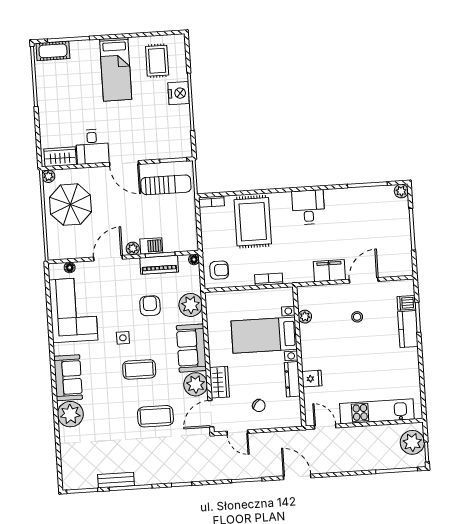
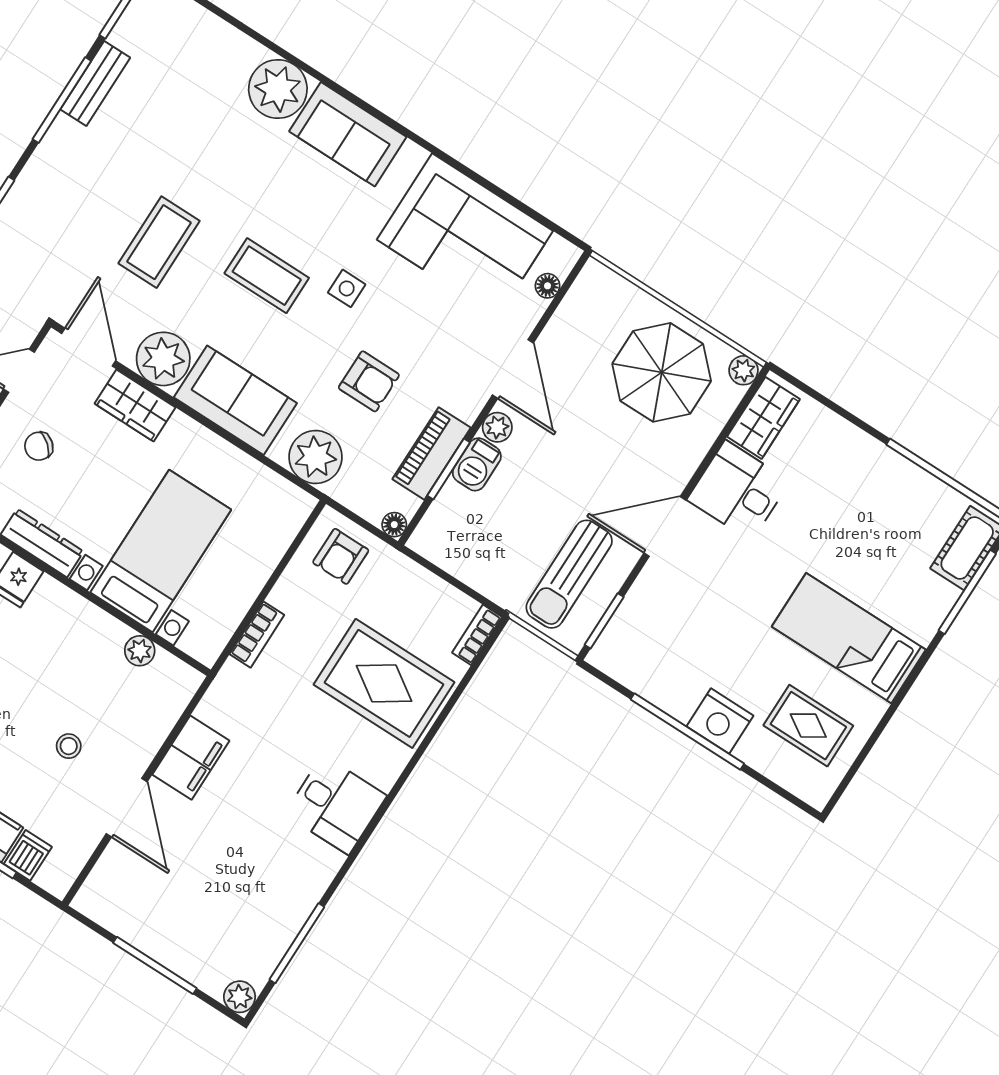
coffee table: (139, 369) -> (267, 276), turned 90

